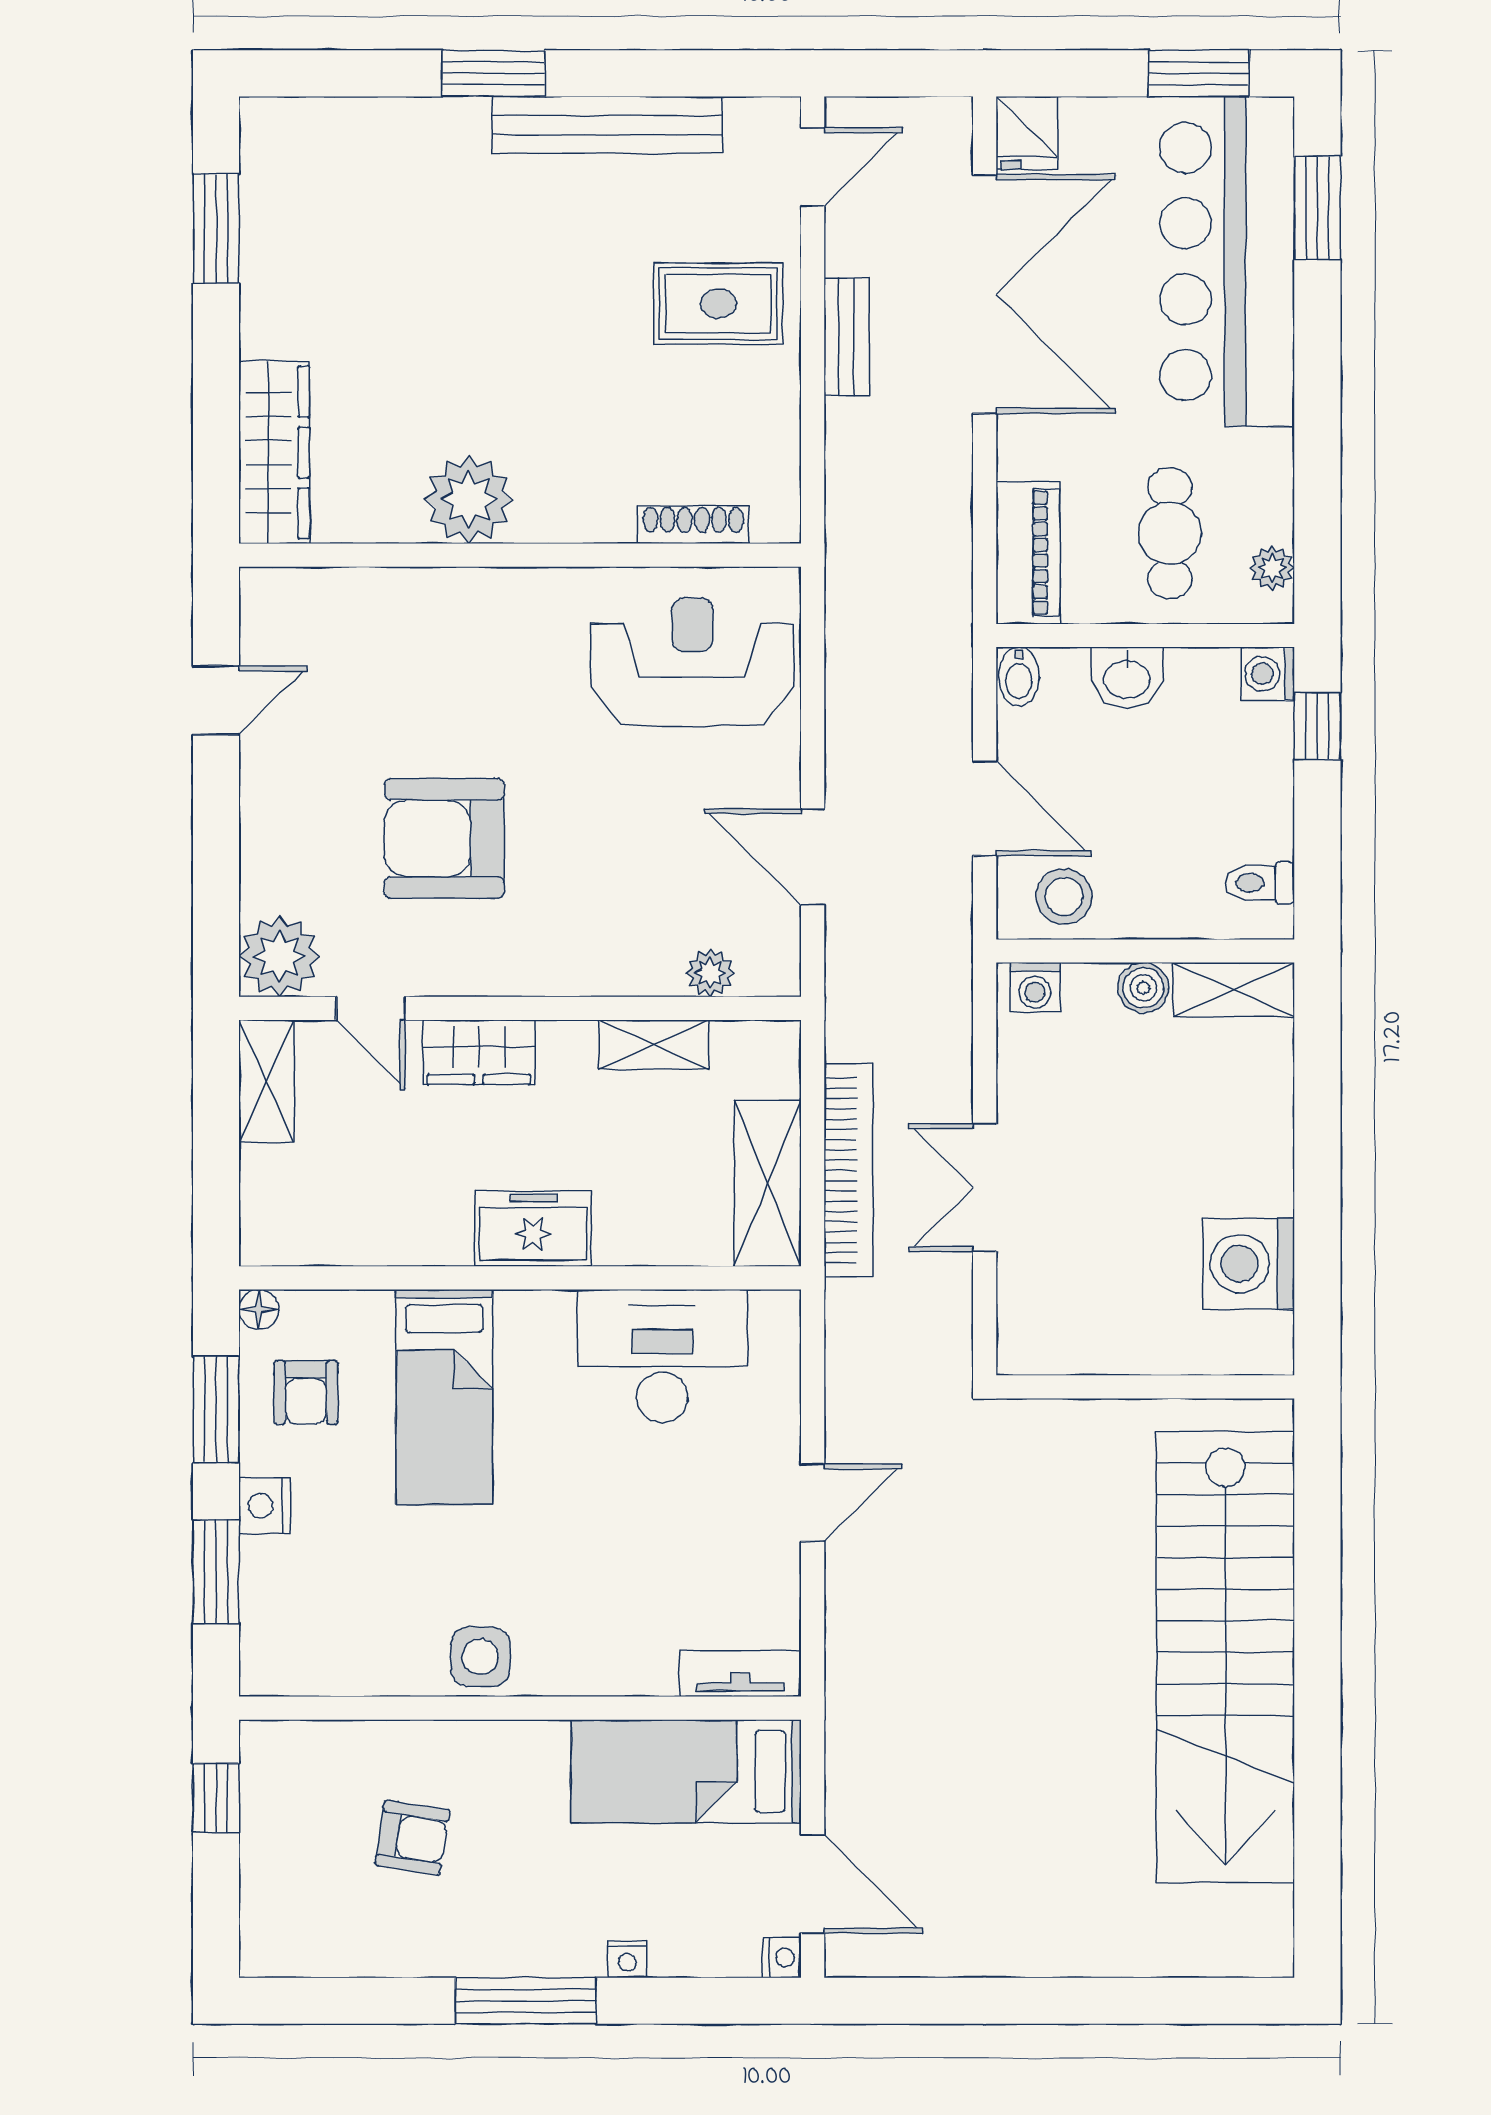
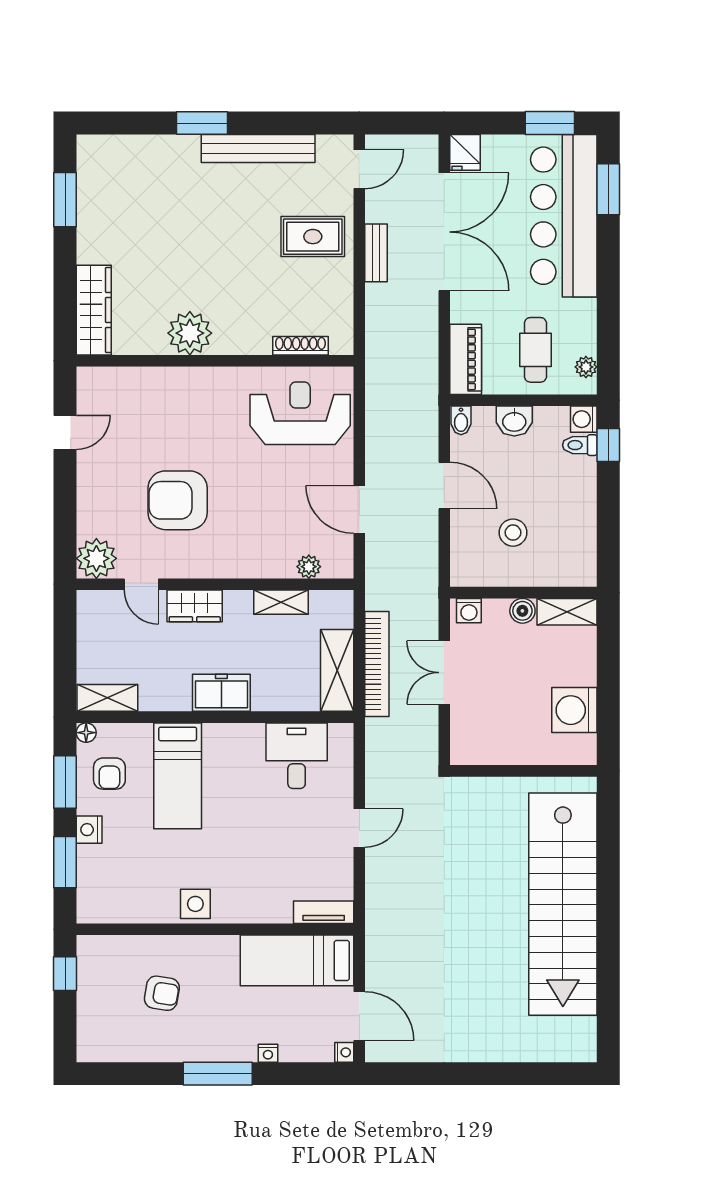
toilet: (1260, 883) -> (580, 445), moved
stool: (1064, 896) -> (513, 533), moved
wall: (1145, 951) -> (523, 593), moved
washing machine: (1035, 987) -> (469, 611), moved
boiler: (1143, 988) -> (522, 611), moved
shelving: (1234, 990) -> (567, 612), moved
shelving: (267, 1081) -> (107, 698), moved, turned 90
desk: (662, 1356) -> (297, 756), width x0.73

